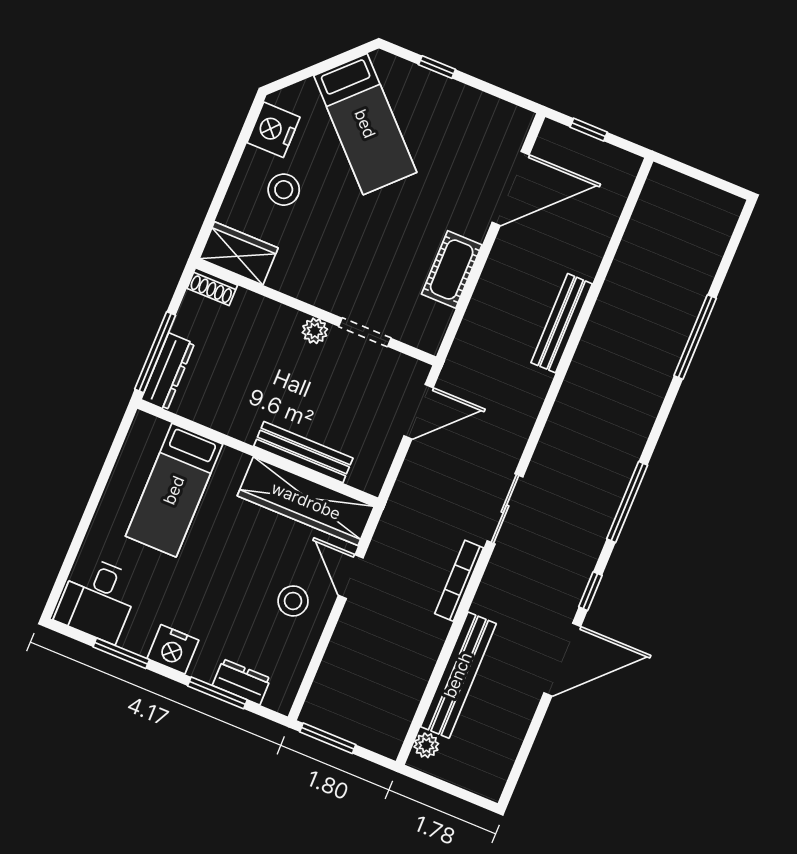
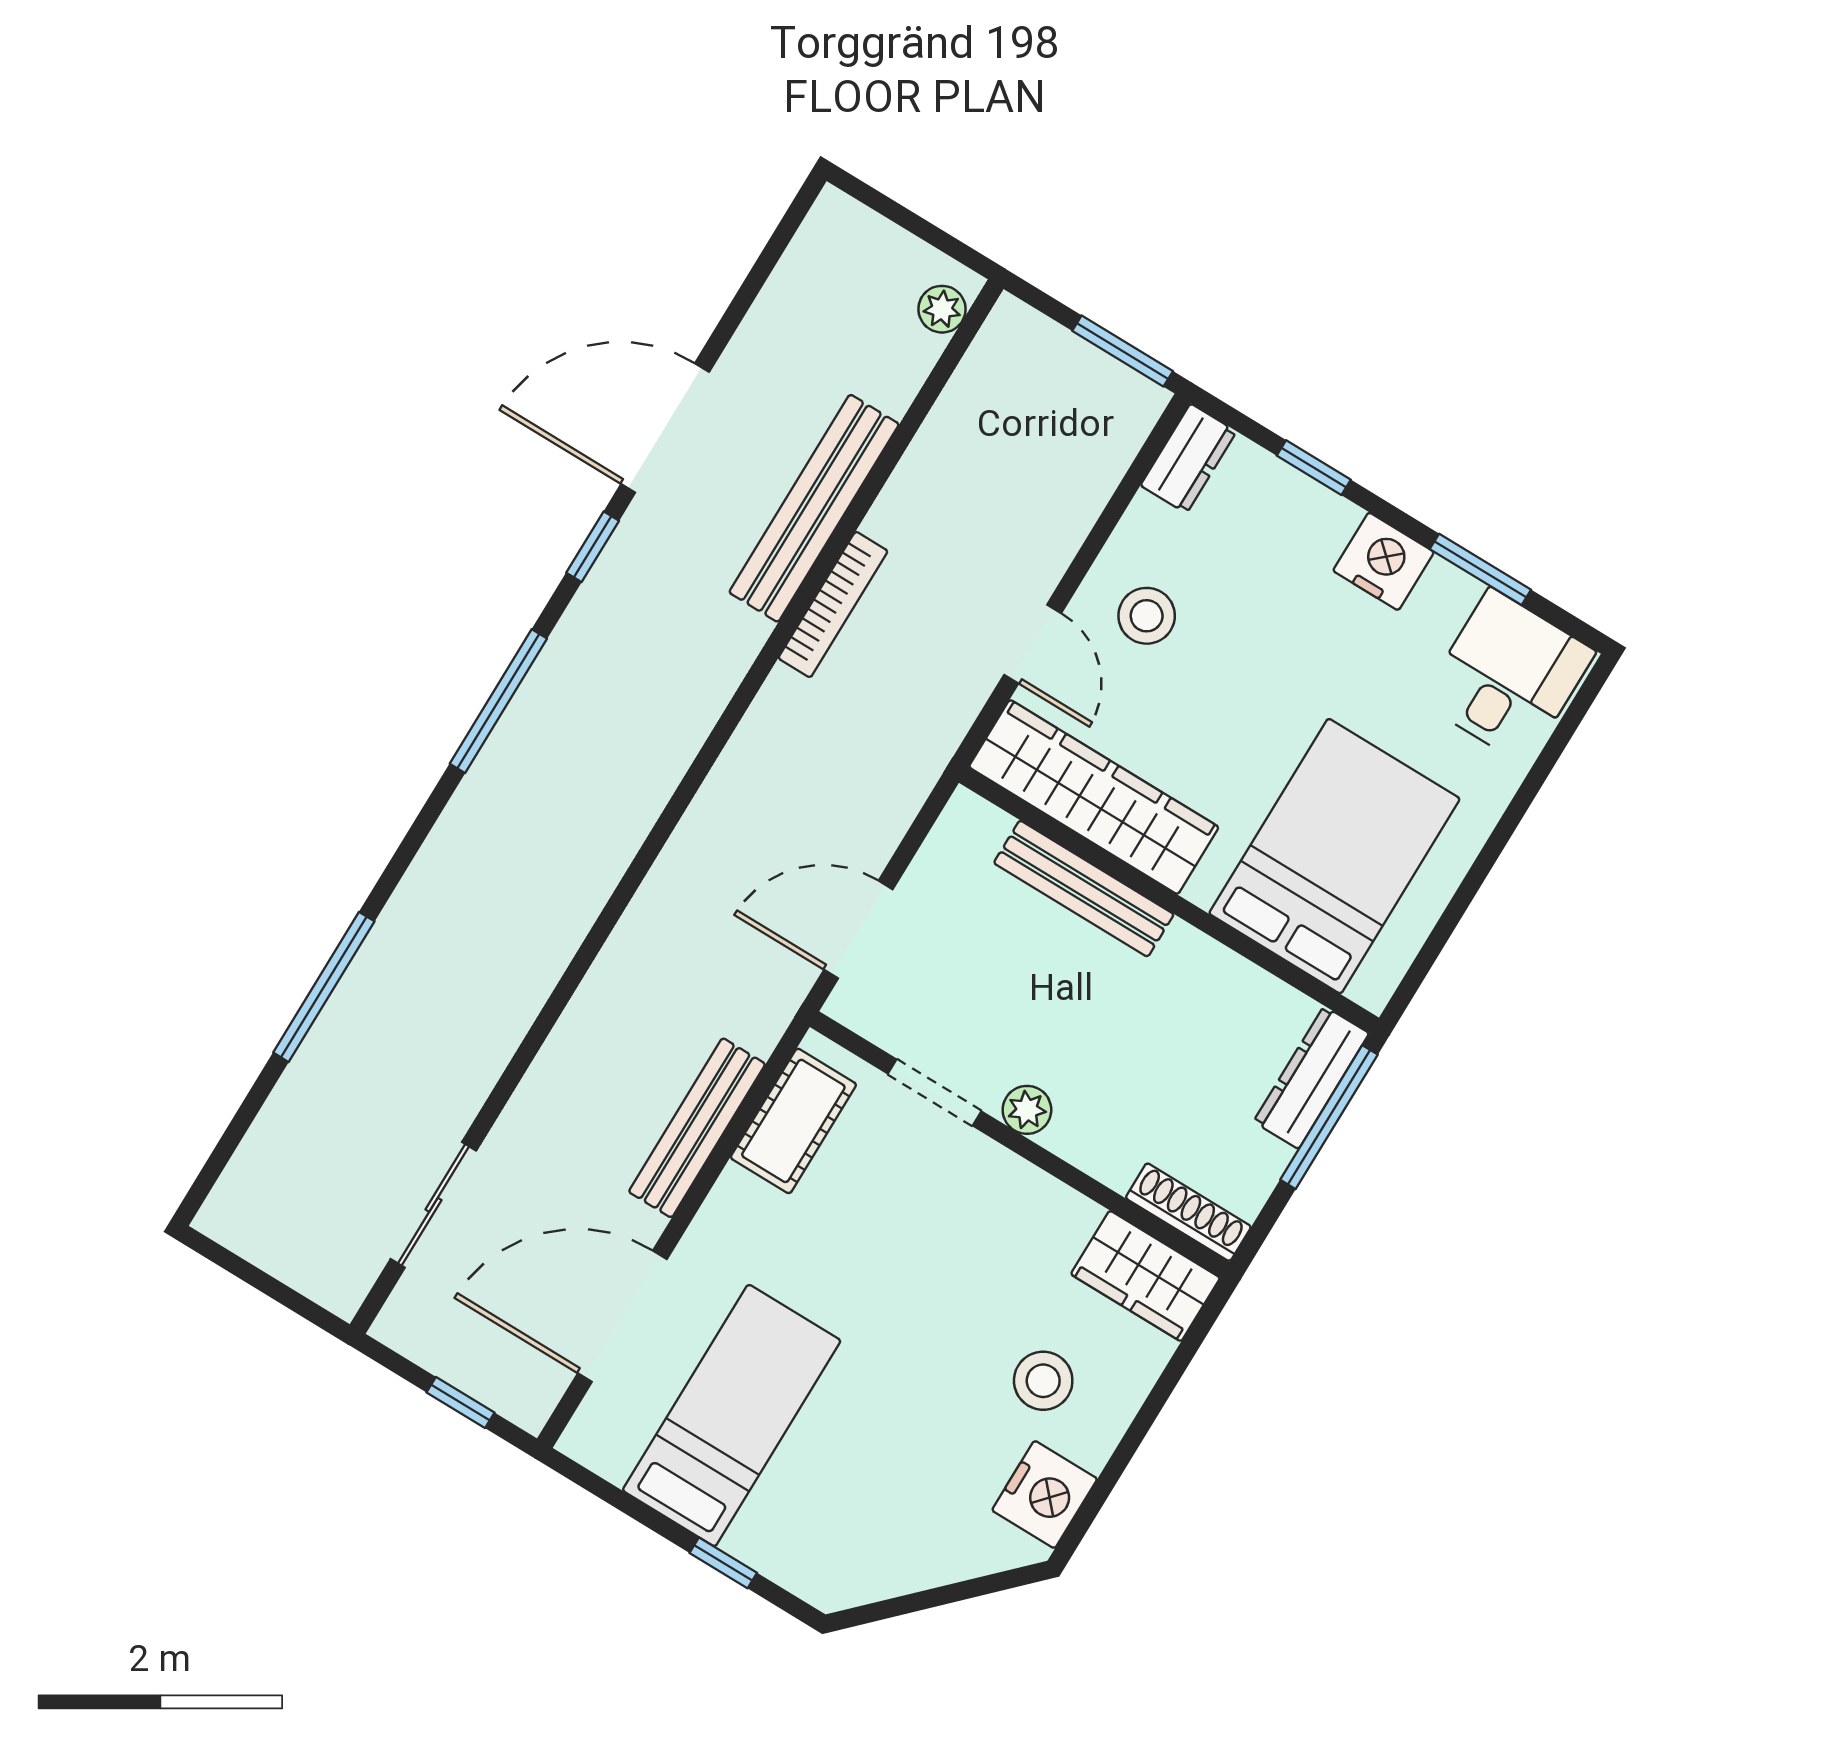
bed: (365, 124) -> (732, 1415), moved, turned 45
cot: (452, 270) -> (793, 1121), moved
shoe rack: (212, 287) -> (1188, 1212), width x1.43
bench: (562, 323) -> (697, 1128), moved
bed: (174, 490) -> (1334, 856), width x1.50
sliding door: (505, 509) -> (433, 1205), moved
bench: (458, 675) -> (814, 508), moved
dresser: (241, 682) -> (1188, 458), moved, turned -90
window: (217, 693) -> (1314, 468), width x0.67

